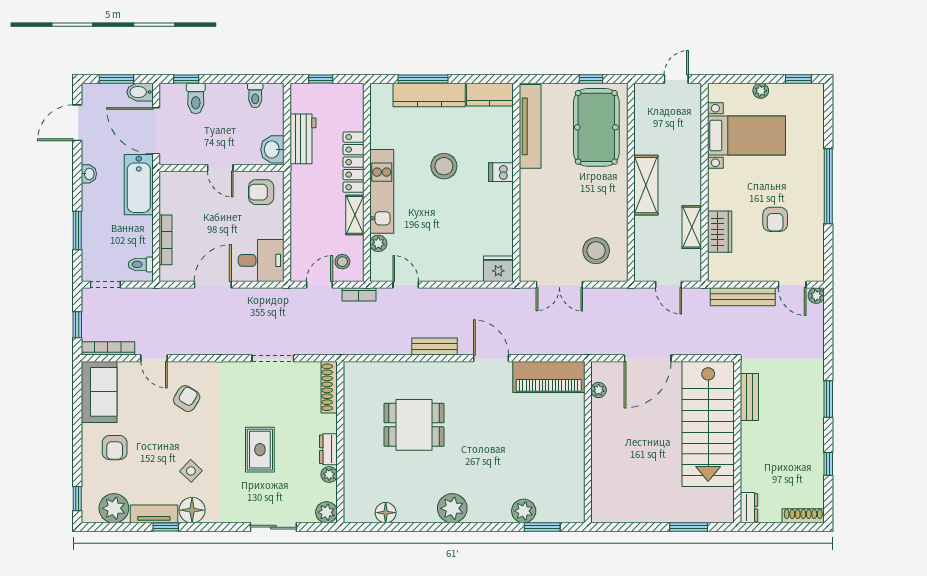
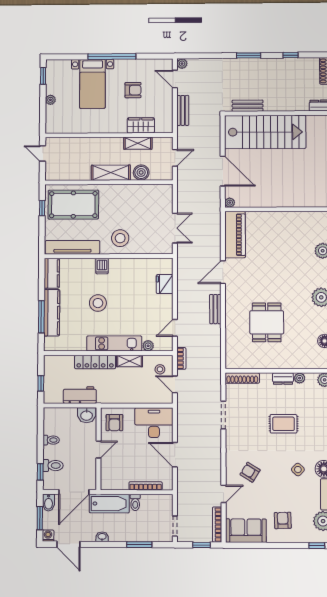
washing machine: (90, 92) -> (48, 536), added
toilet: (255, 95) -> (51, 440), moved
bed with nightstands: (746, 136) -> (92, 84), moved, turned 180
boiler: (646, 232) -> (141, 172), added
stool: (596, 251) -> (120, 238), moved
desk: (261, 260) -> (154, 423), width x1.37
toilet: (141, 264) -> (135, 502), moved
fridge: (498, 269) -> (165, 284), moved
door: (792, 285) -> (175, 79), swing flipped
bench: (743, 297) -> (183, 110), width x0.73
plant: (599, 390) -> (230, 203), moved
armchair: (115, 448) -> (283, 520), turned -92

